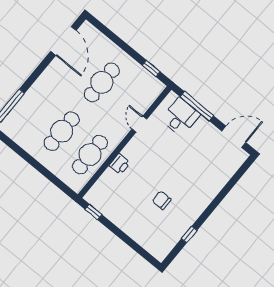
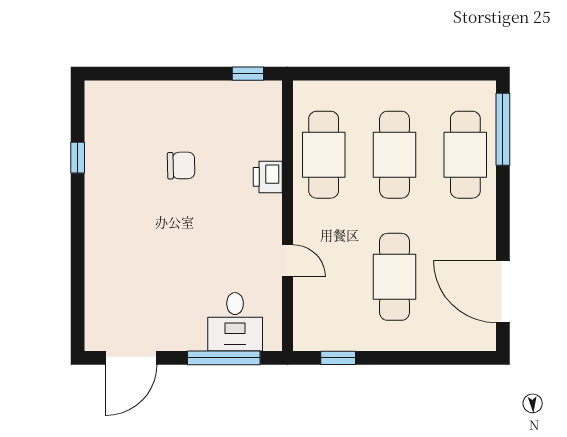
cafe table: (33, 108) -> (465, 155), added
chair: (162, 200) -> (181, 166), moved

